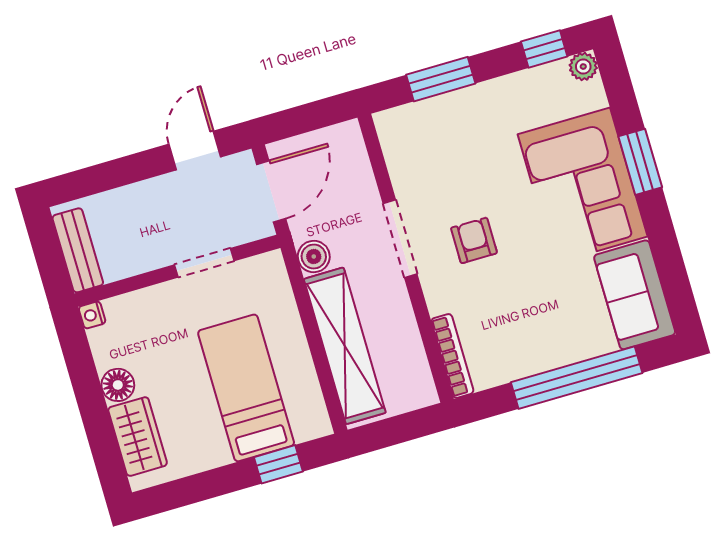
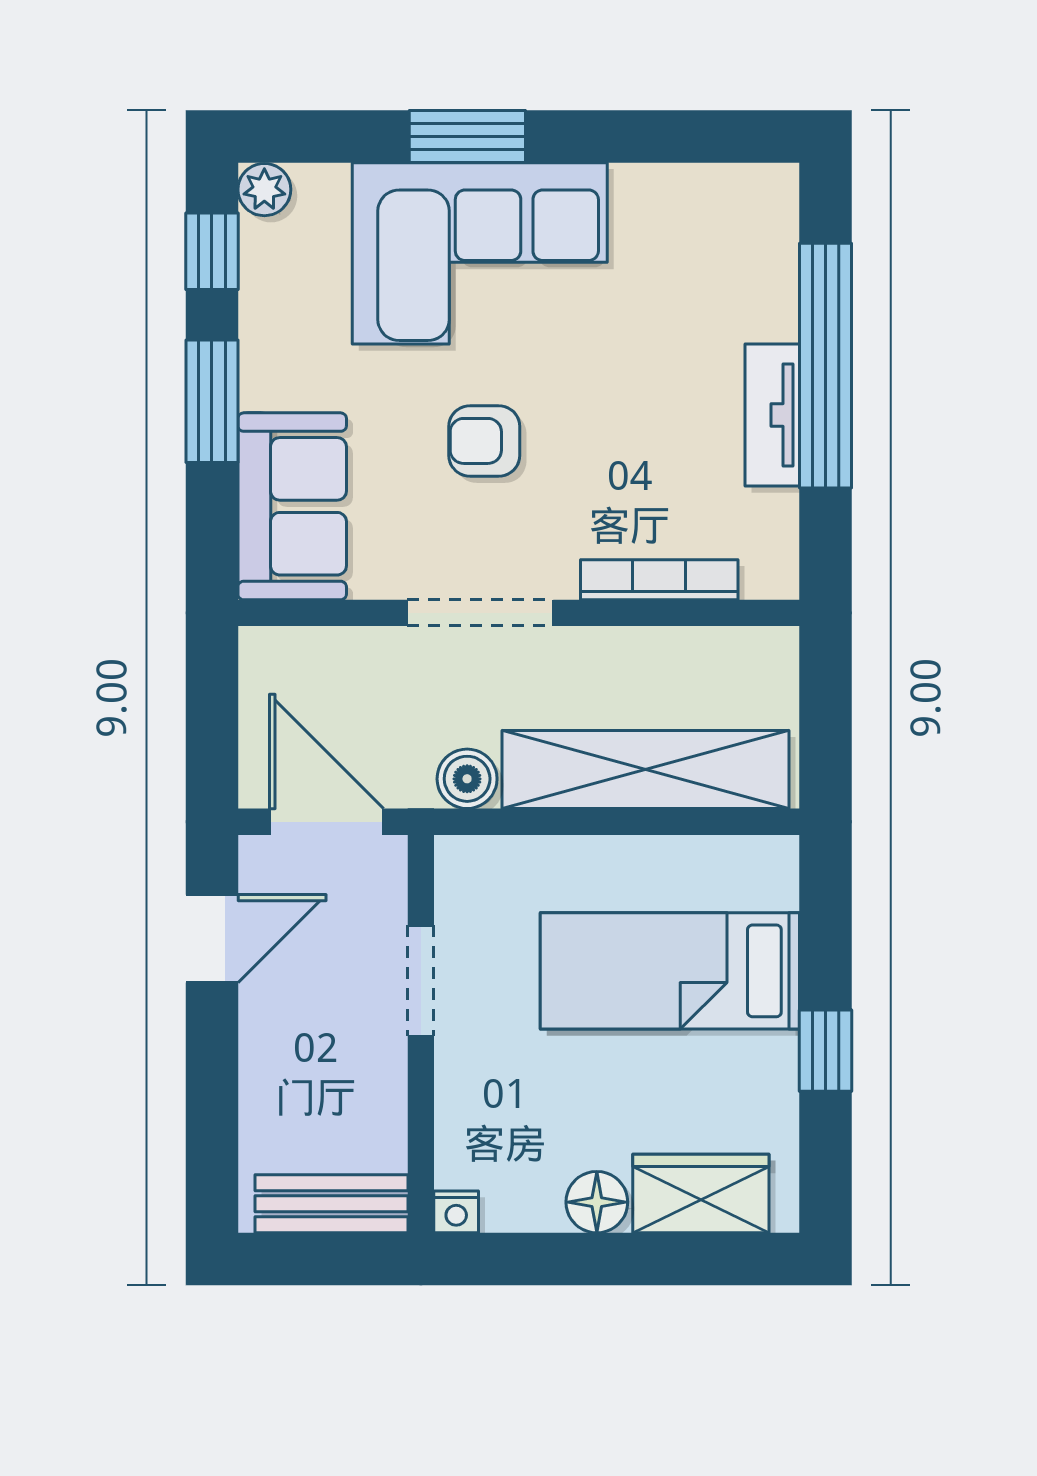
window: (441, 79) -> (212, 401), moved
door: (195, 150) -> (212, 939), swing flipped
armchair: (474, 240) -> (484, 441), moved
sofa: (635, 295) -> (292, 506), moved, turned -90
bookcase: (452, 356) -> (659, 580), moved
tv unit: (544, 358) -> (772, 415), added
window: (278, 464) -> (825, 1051), moved

